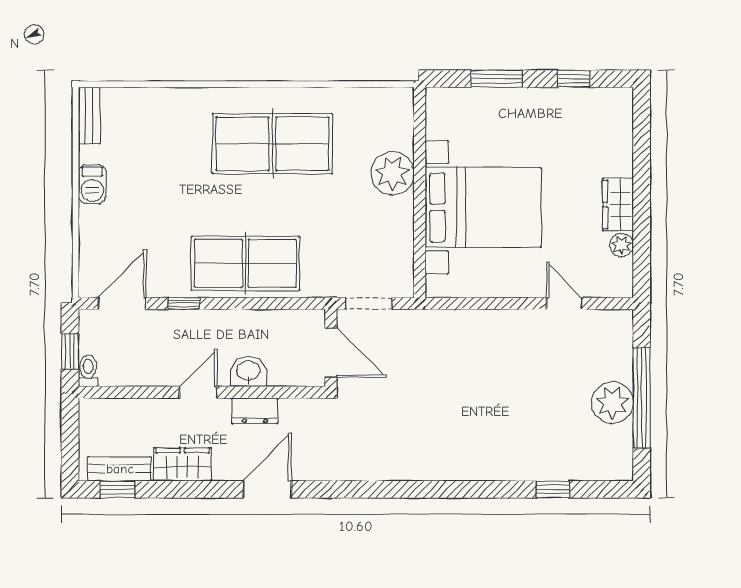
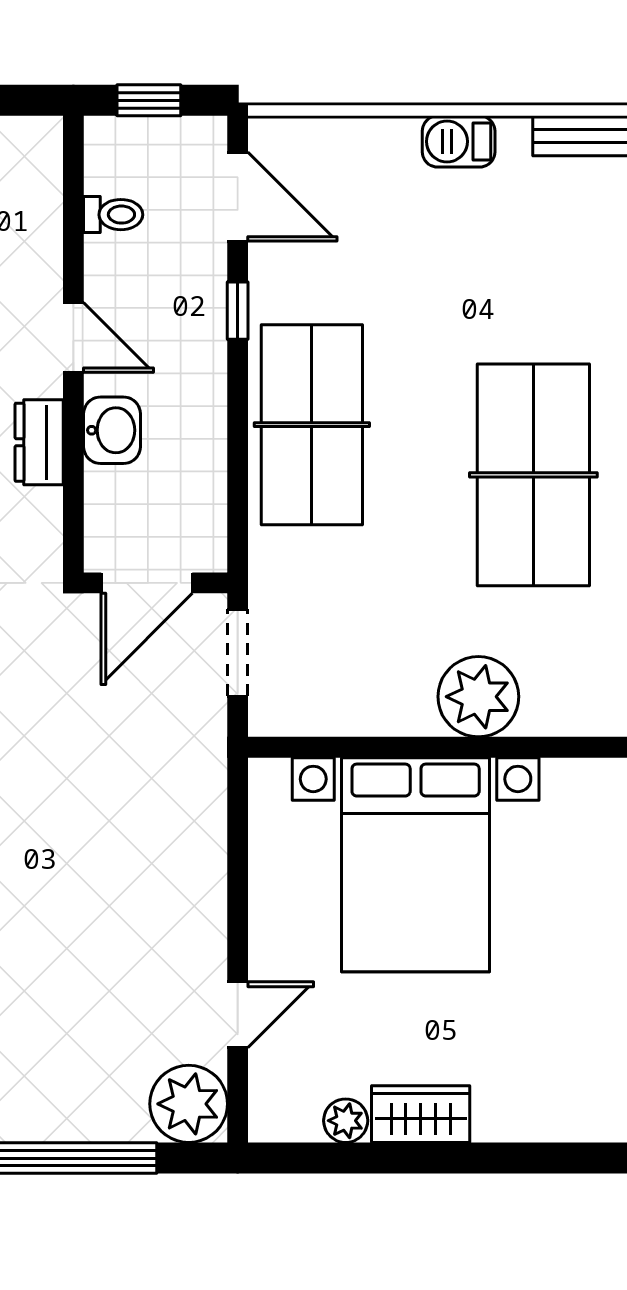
toilet: (88, 371) -> (113, 215), moved
plant: (612, 403) -> (189, 1104), moved

